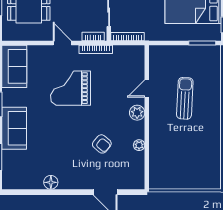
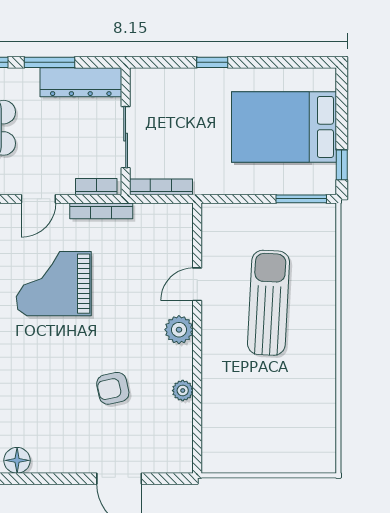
door: (62, 43) -> (38, 199), swing flipped
sun lounger: (185, 98) -> (268, 303), width x1.36, depth x1.34
armchair: (102, 144) -> (113, 388), turned 128

